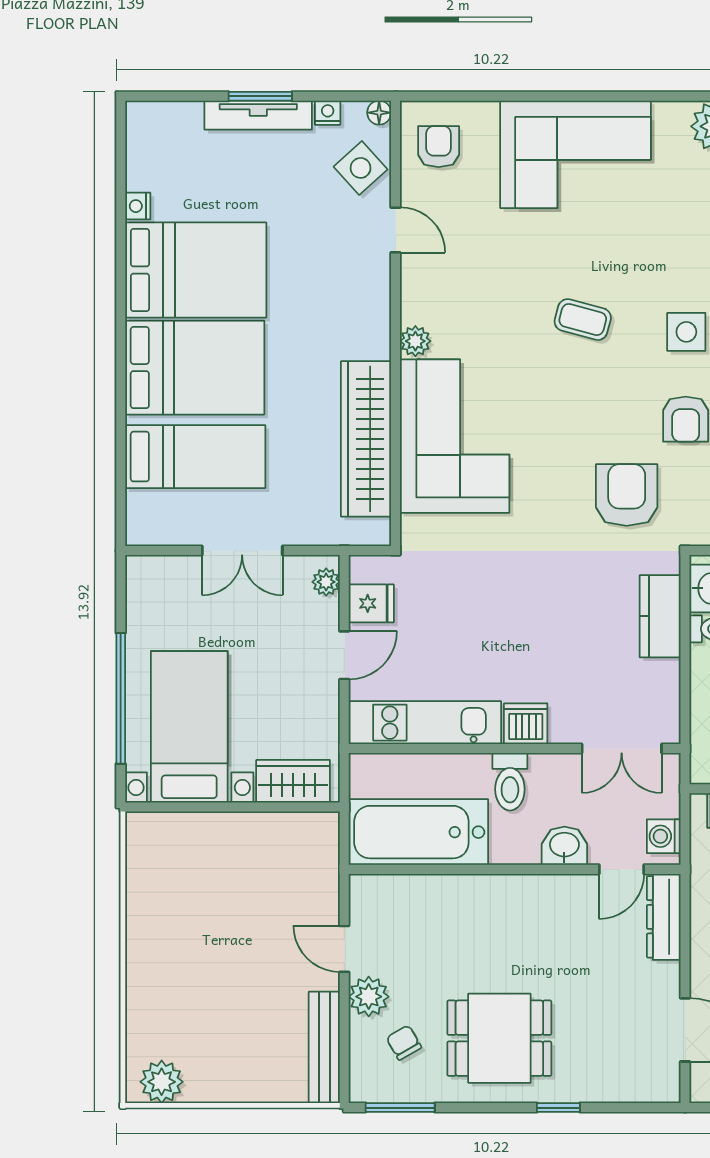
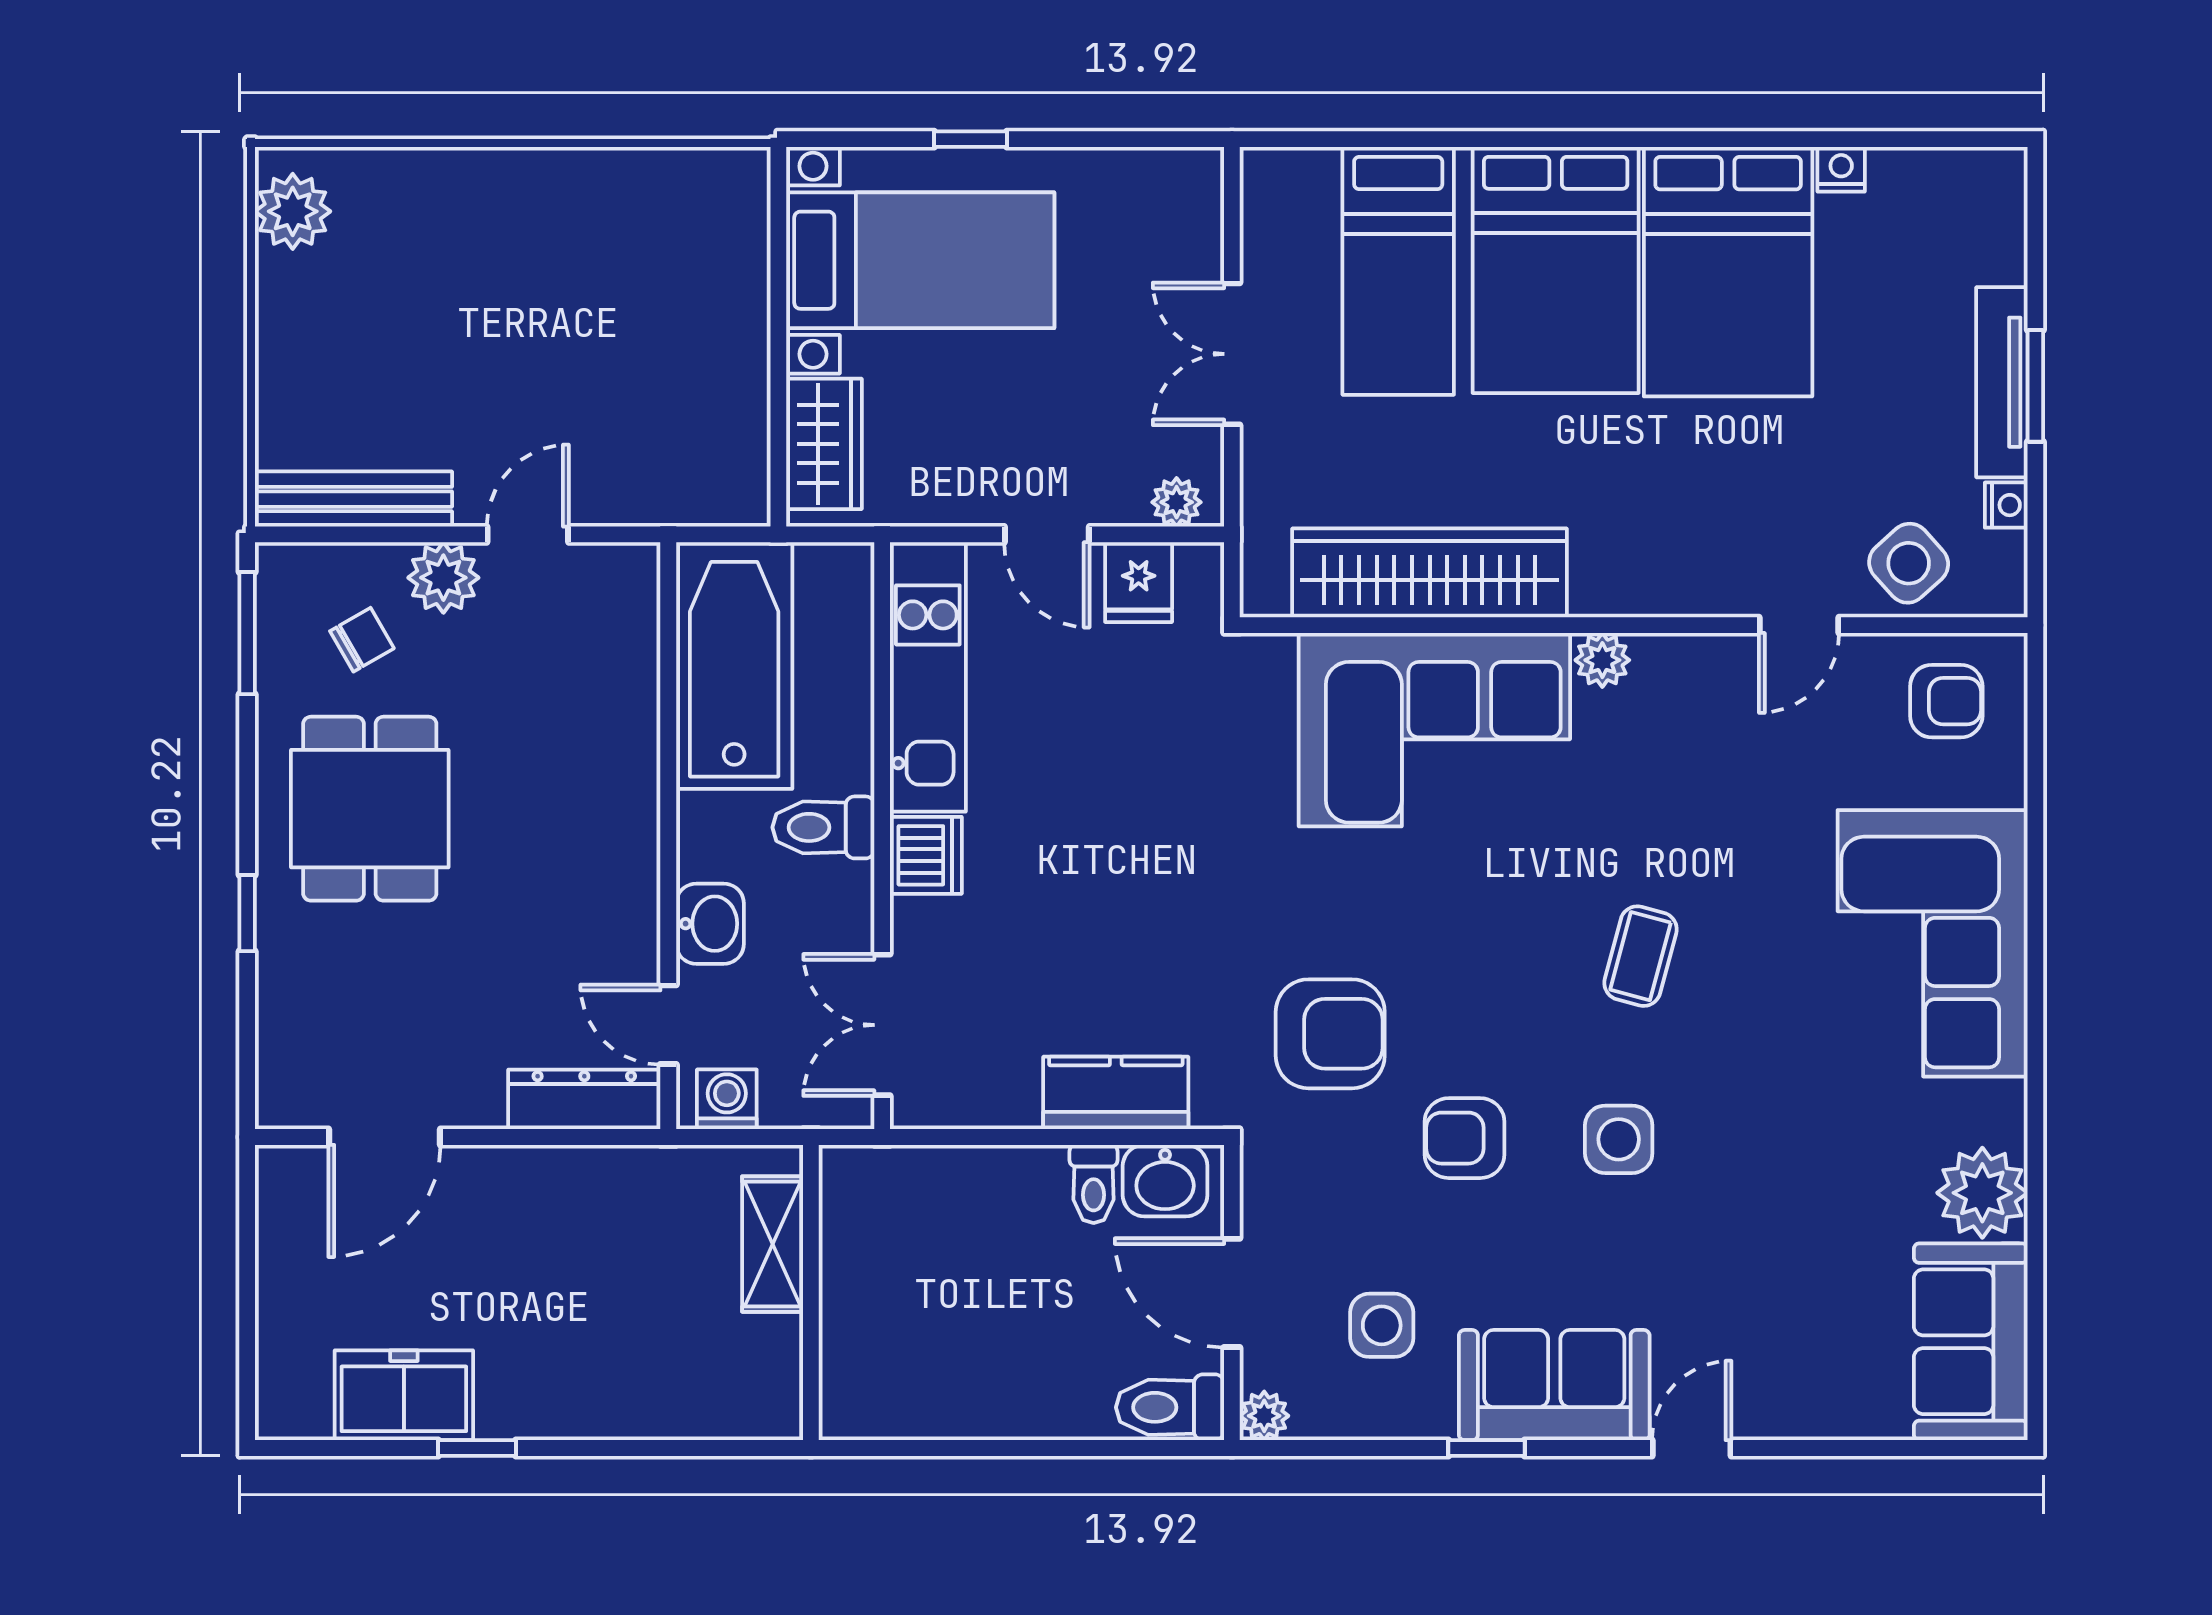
floor lamp: (379, 113) -> (2006, 596), removed
window: (121, 698) -> (970, 139), width x0.32

